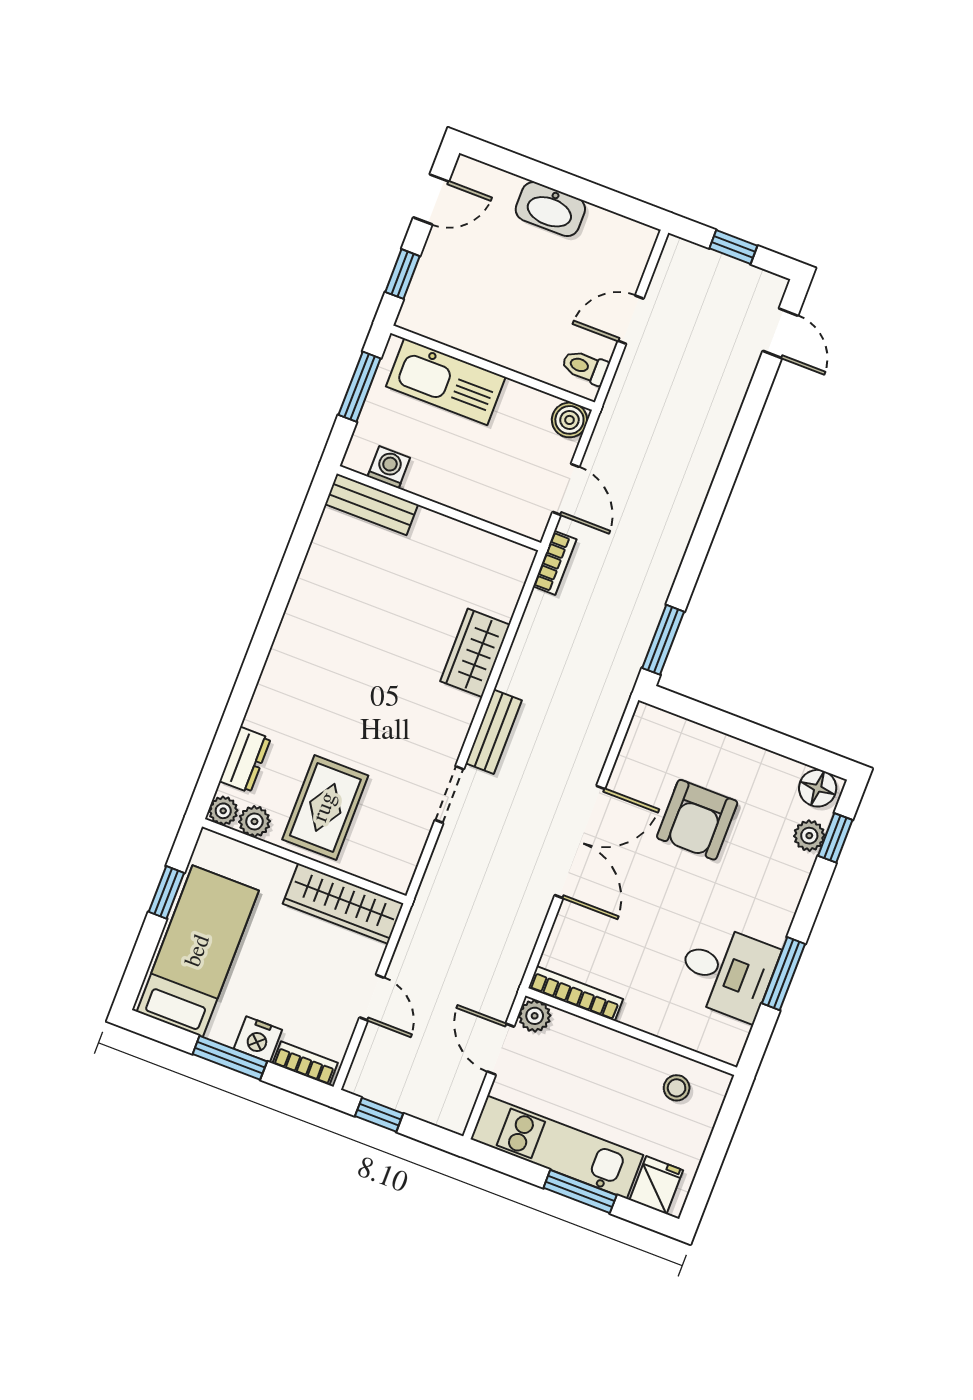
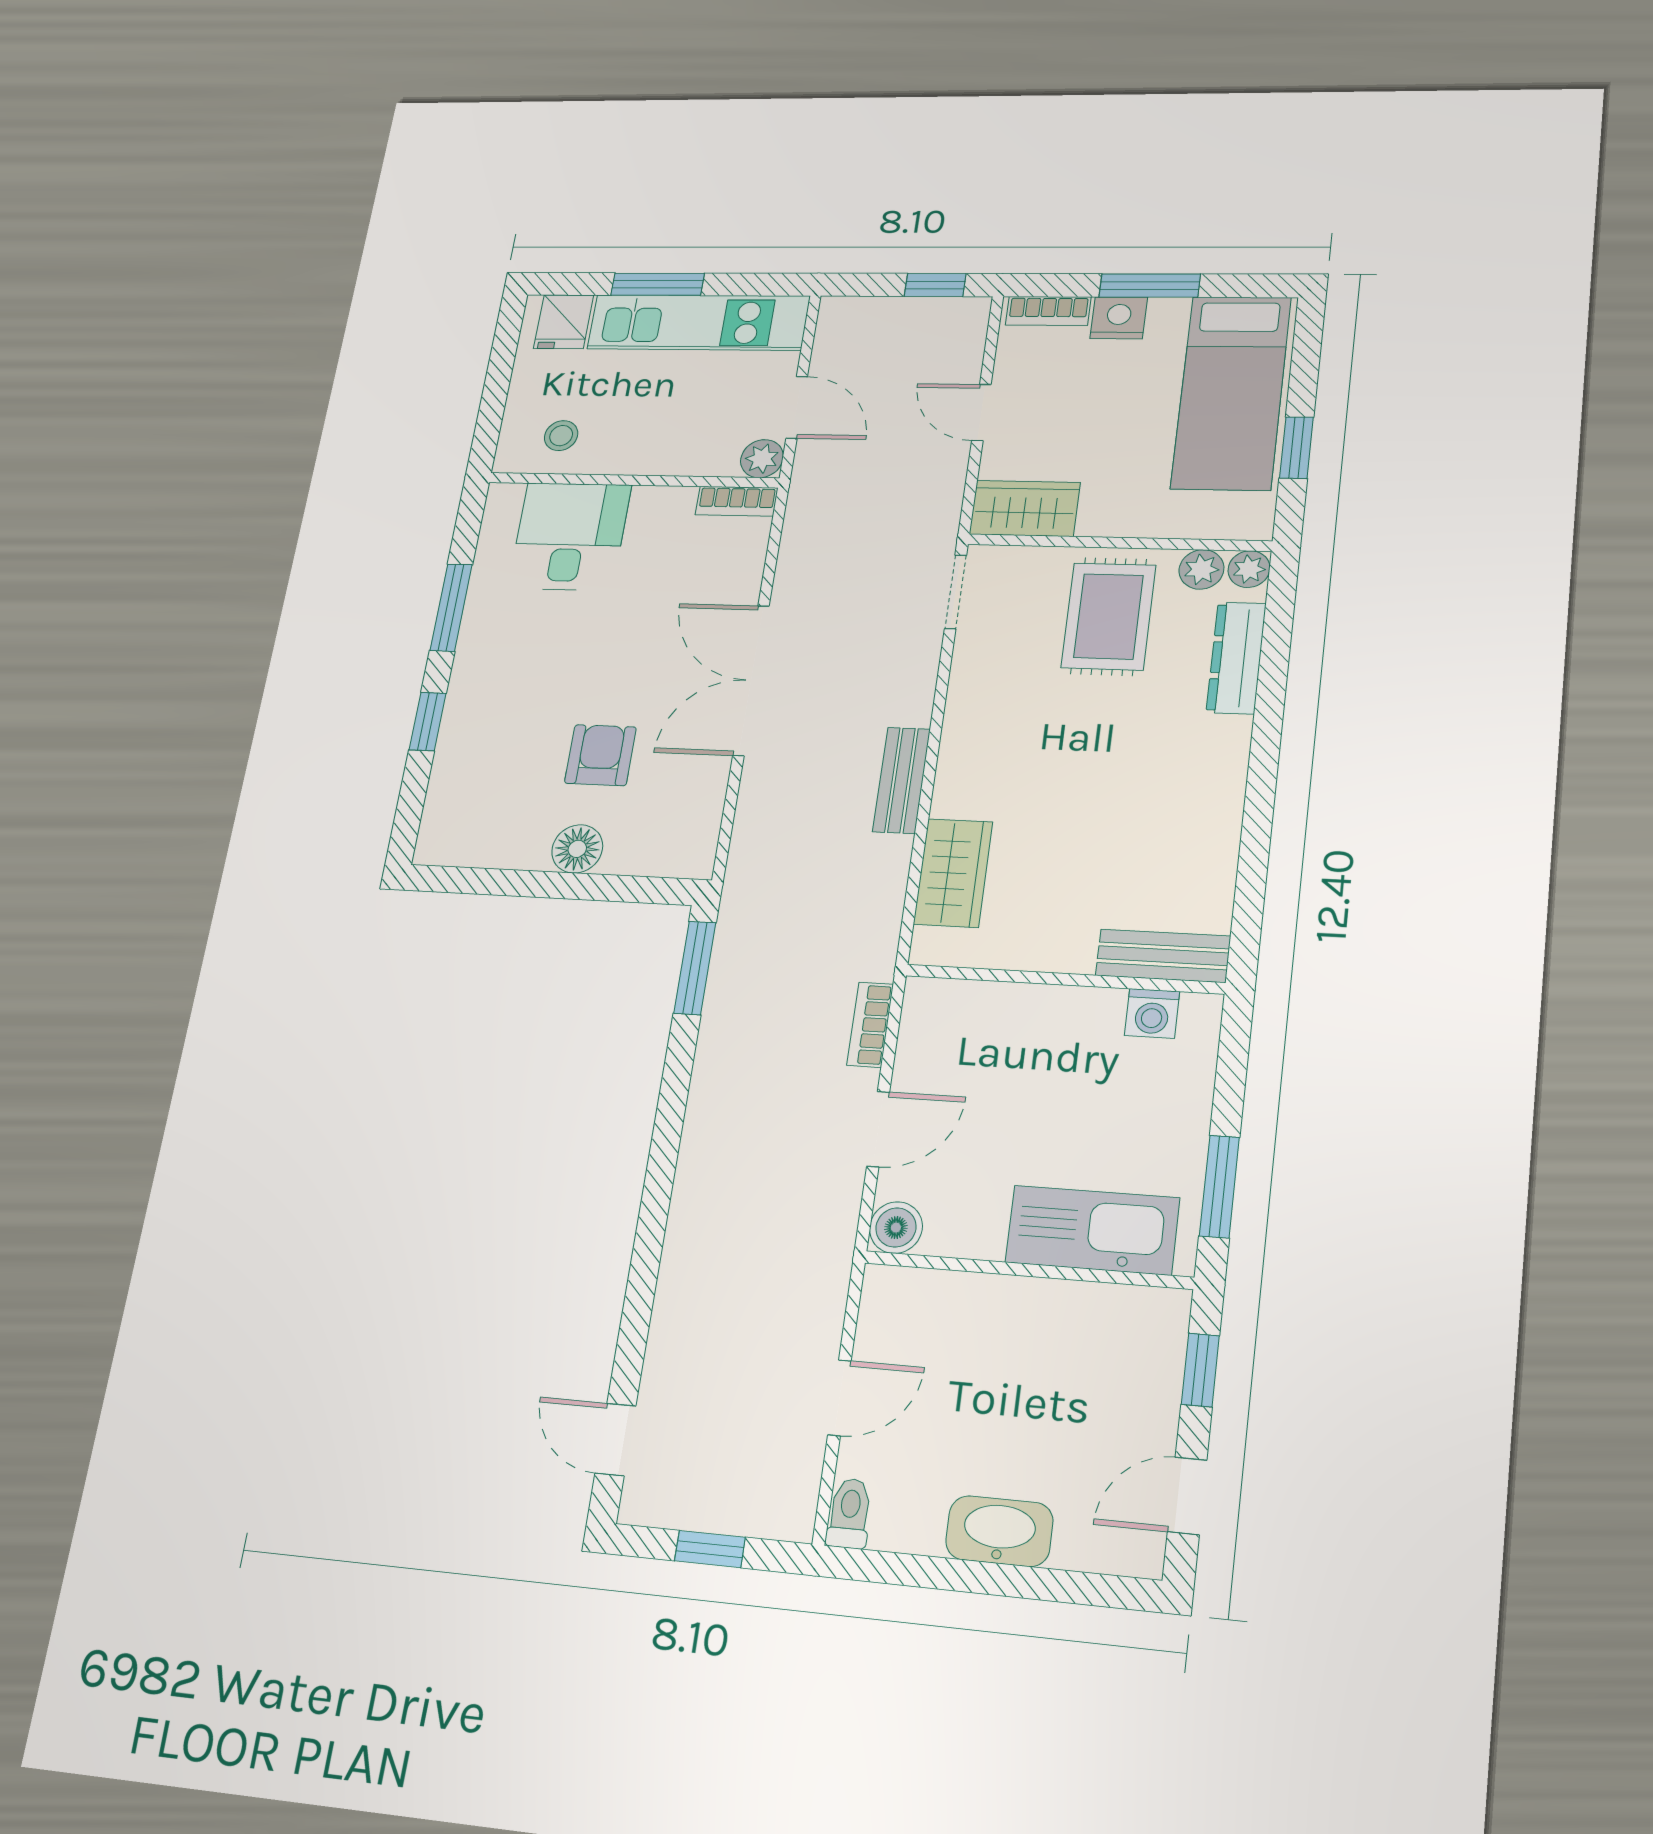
toilet: (585, 367) -> (849, 1513), moved, turned -90
washing machine: (389, 467) -> (1152, 1013), moved
door: (566, 489) -> (878, 1129), swing flipped
bench: (371, 504) -> (1163, 956), moved
wall: (439, 508) -> (1064, 979), moved
dresser: (245, 760) -> (1236, 658), width x1.44
floor lamp: (818, 788) -> (577, 849), moved
doorway: (449, 795) -> (955, 592), moved
armchair: (697, 820) -> (600, 755), width x0.72, depth x0.72
plant: (809, 836) -> (448, 781), removed
window: (835, 838) -> (428, 721), moved
wardrobe: (343, 904) -> (1025, 508), width x0.67
desk: (727, 972) -> (570, 536), moved, turned 90
bookcase: (576, 993) -> (737, 501), width x0.64

